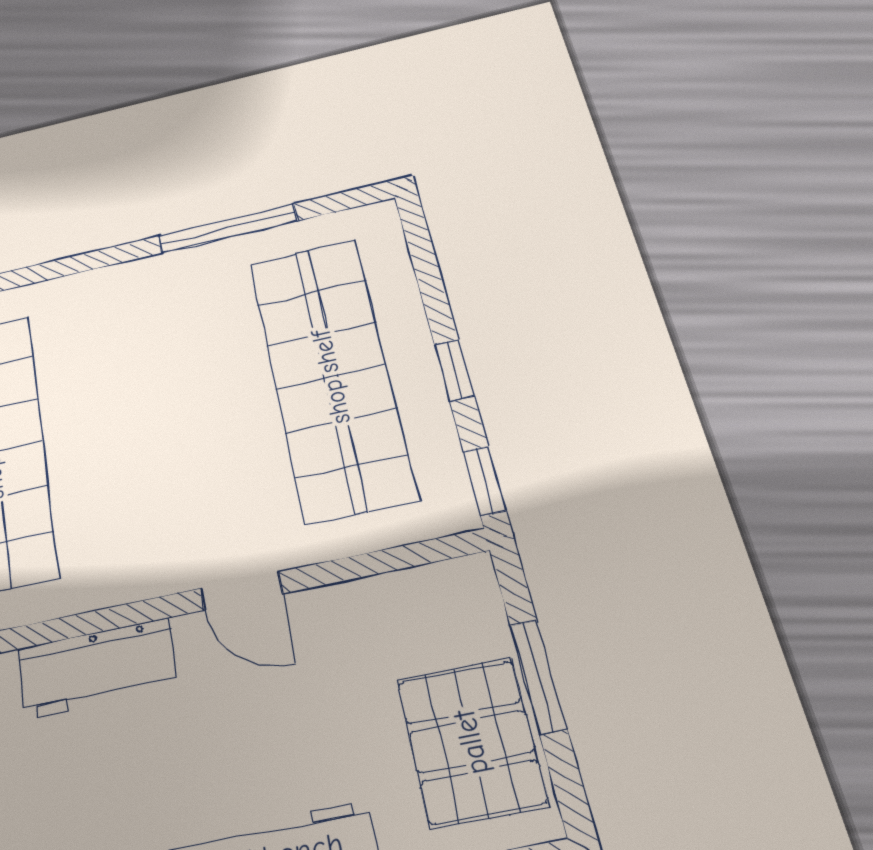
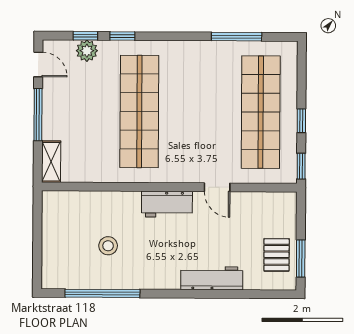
window: (538, 677) -> (301, 258), moved
pallet: (471, 742) -> (277, 255), width x0.67, depth x0.71

